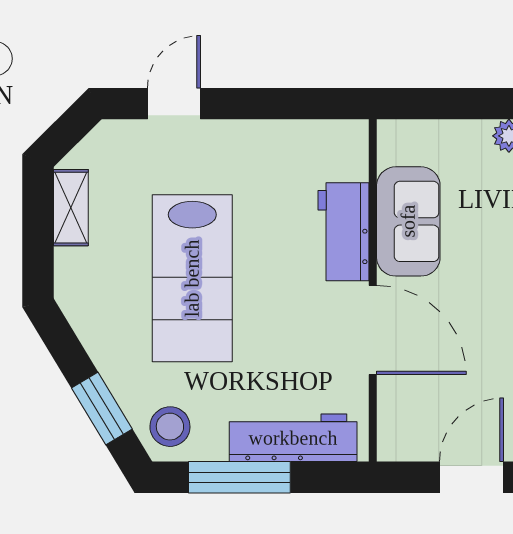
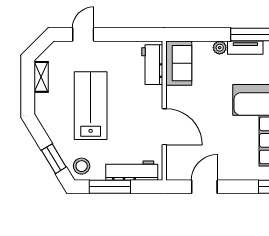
sofa: (408, 221) -> (179, 63), moved
workbench: (343, 232) -> (152, 65), moved
lab bench: (192, 278) -> (91, 106), turned 180

